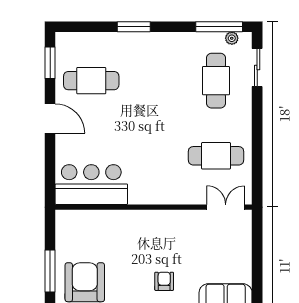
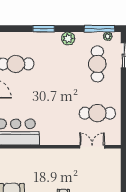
plant: (171, 42) -> (68, 38), added
double door: (226, 207) -> (92, 147), moved

